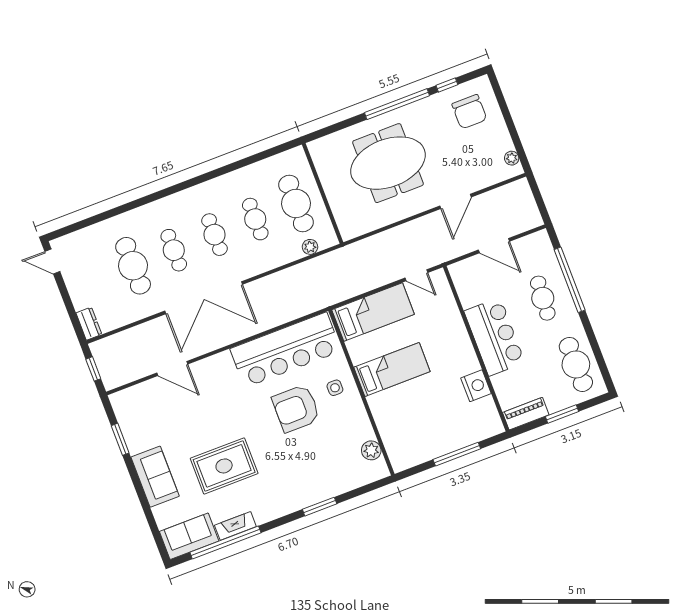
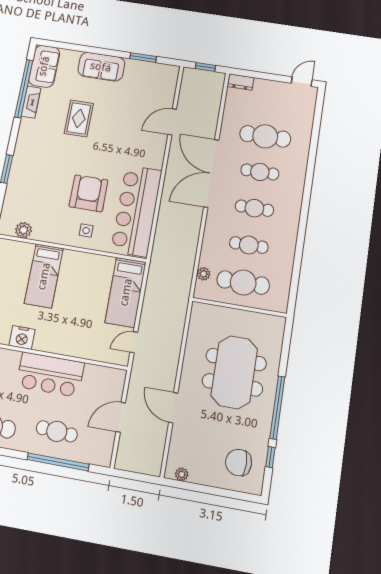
bed: (392, 369) -> (44, 276), moved
rug: (224, 466) -> (79, 118), width x0.73, depth x0.70

